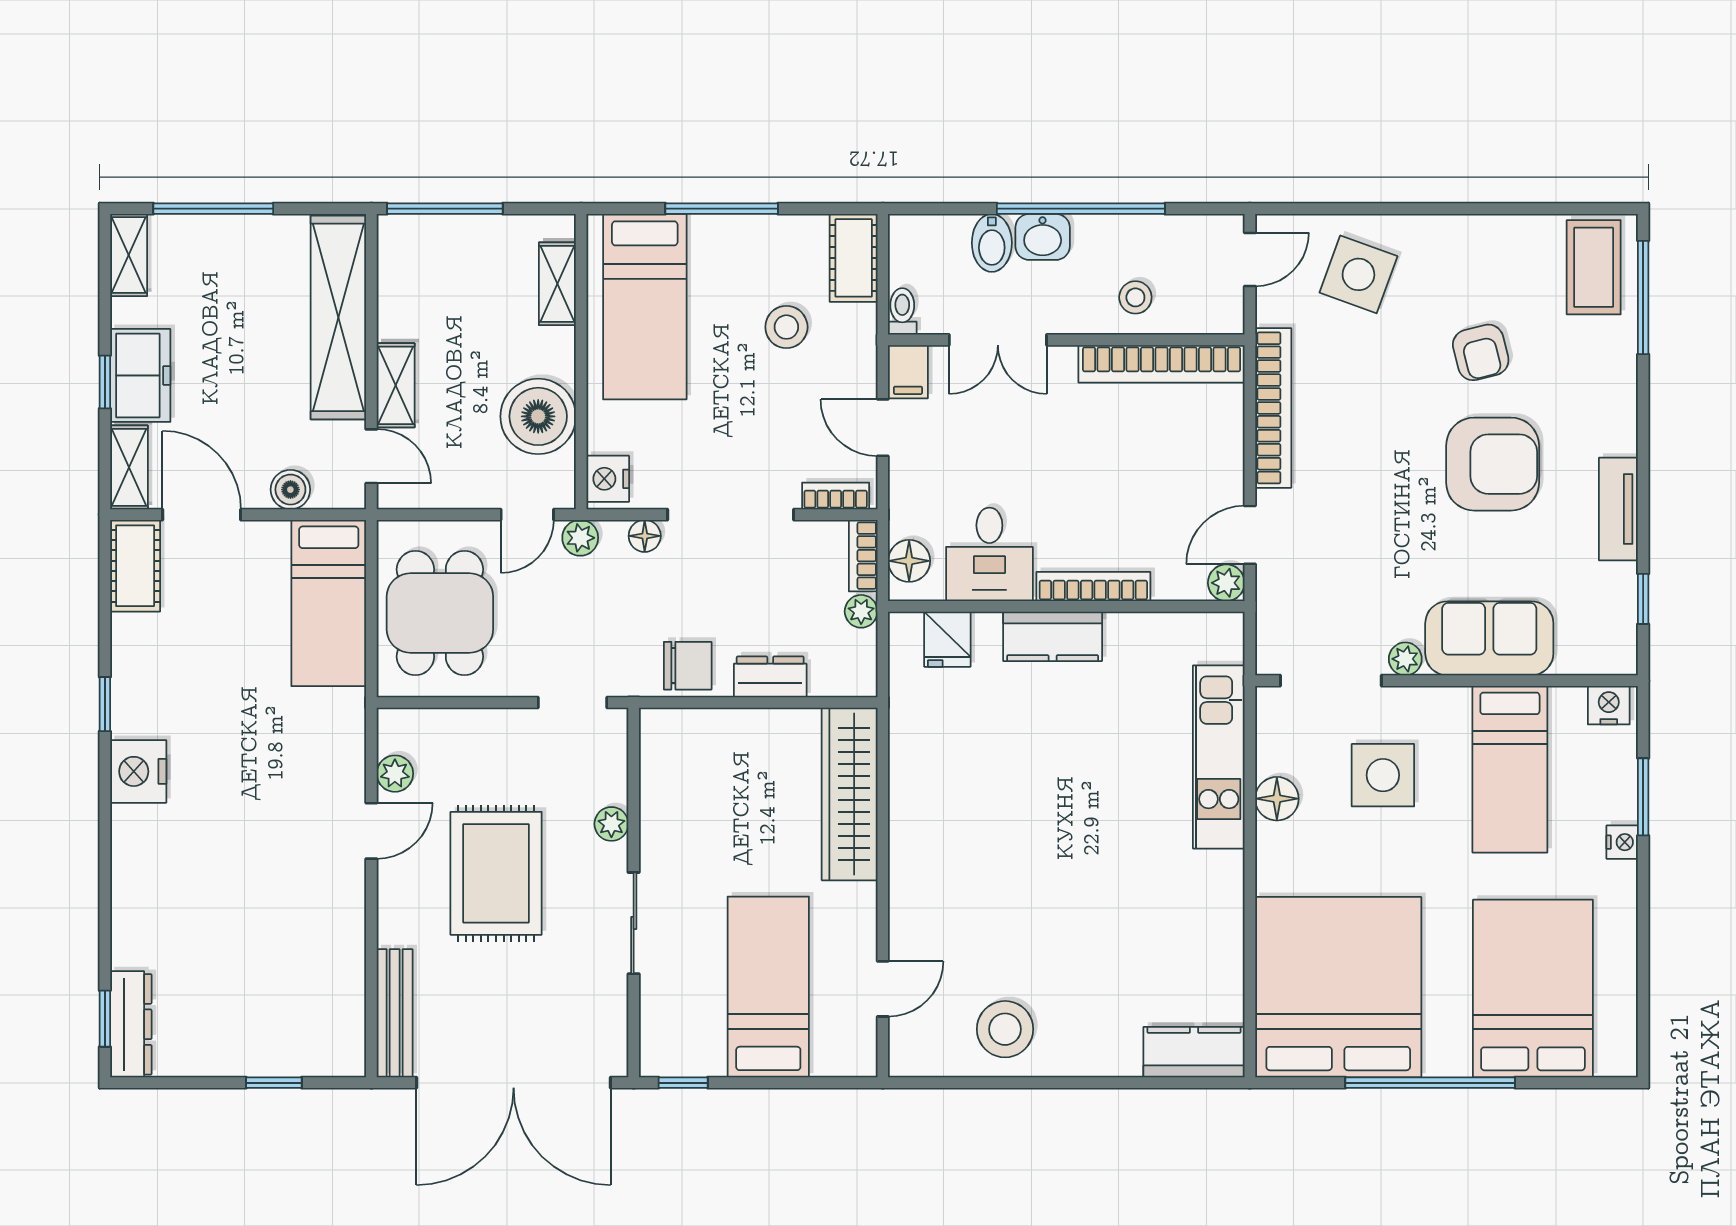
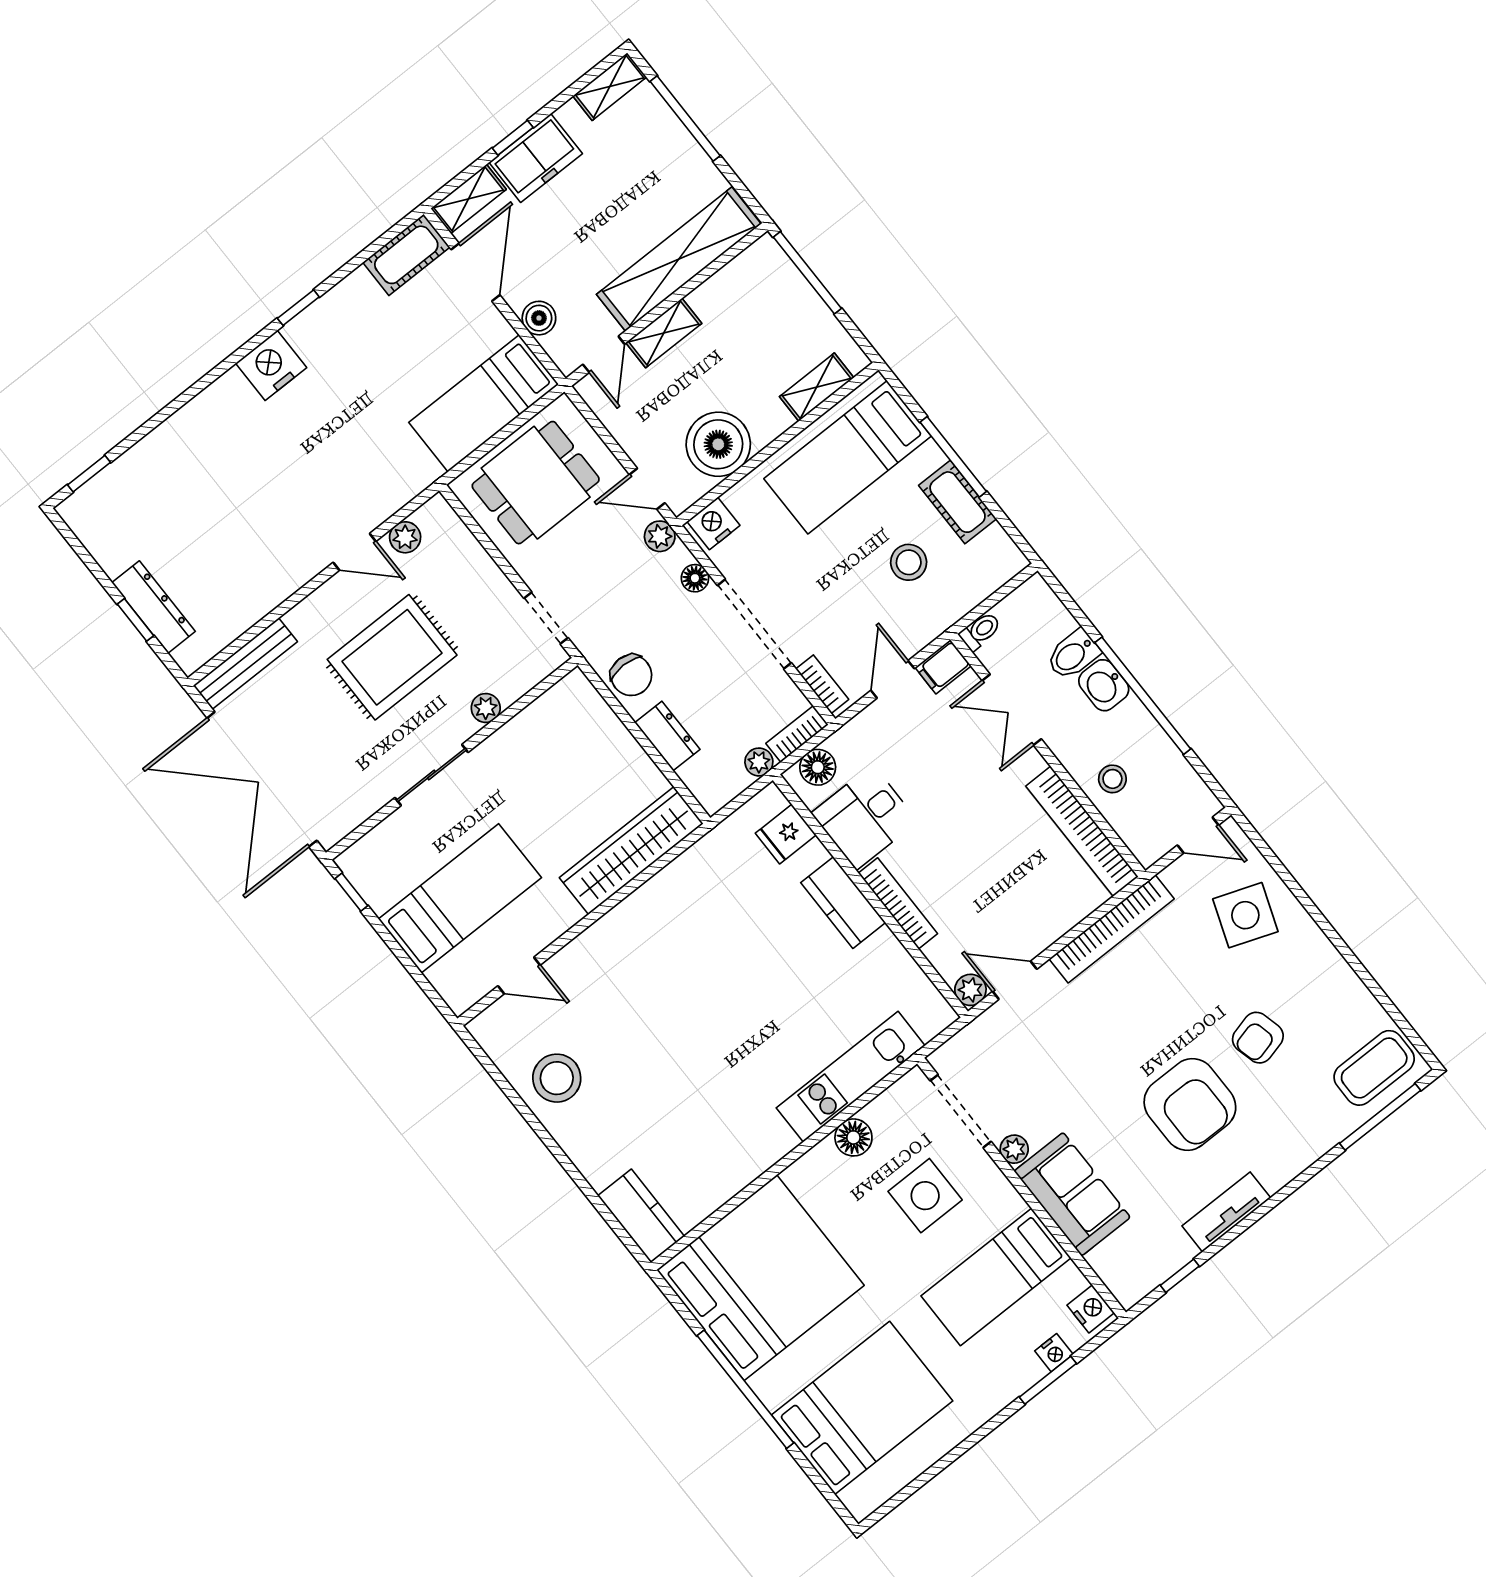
cot: (854, 258) -> (958, 502), moved, turned 90
nightstand: (1622, 842) -> (1054, 1353), moved
dresser: (131, 1024) -> (154, 607), moved, turned -90

